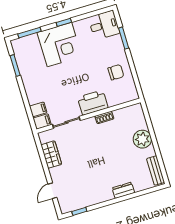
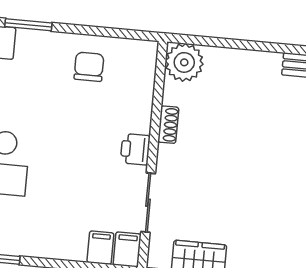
printer: (93, 103) -> (135, 149), width x0.53, depth x0.68
plant: (142, 139) -> (184, 62), moved

